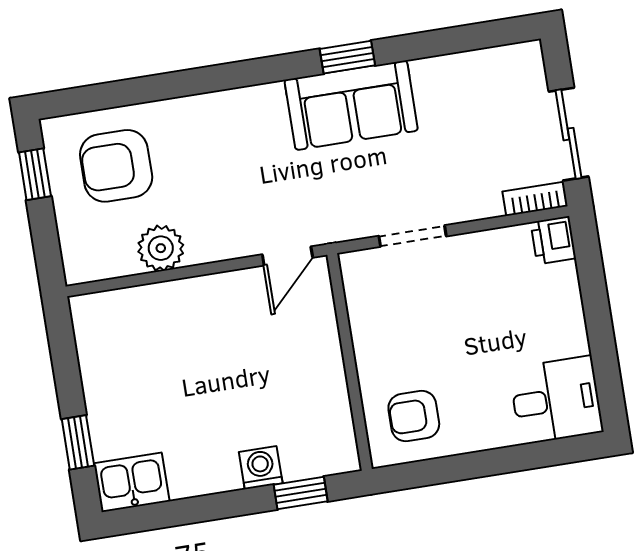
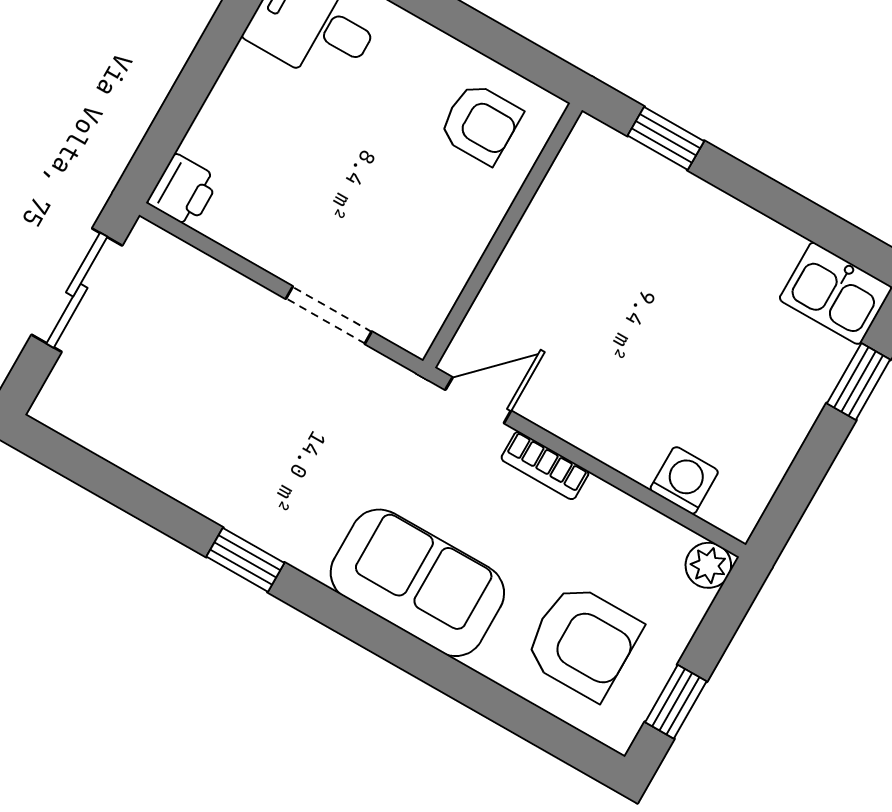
sofa: (351, 105) -> (417, 583), moved
bookcase: (535, 199) -> (545, 465), moved
plant: (161, 248) -> (708, 565), moved, width x0.73, depth x0.73
washing machine: (261, 468) -> (684, 480), moved, turned 180

